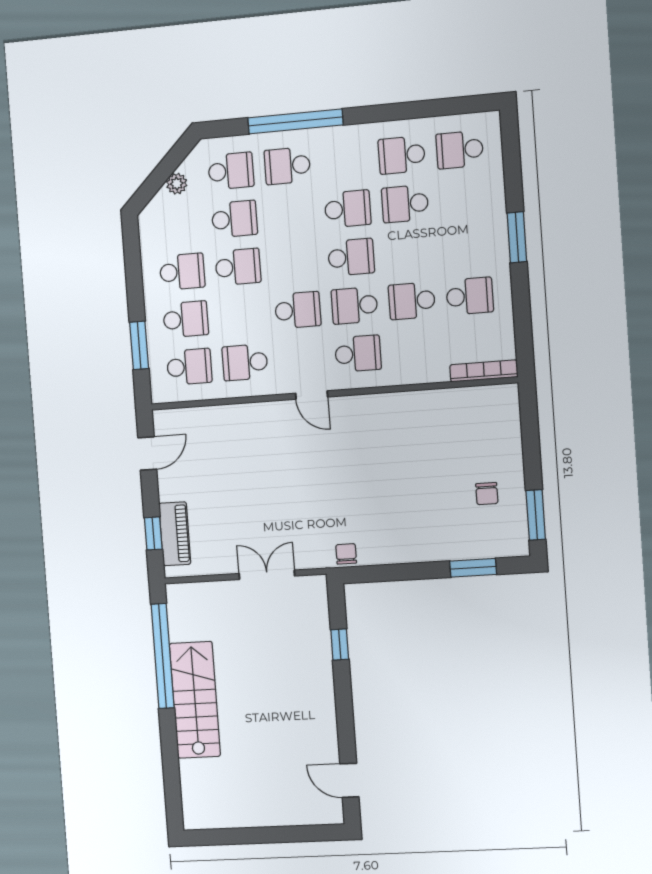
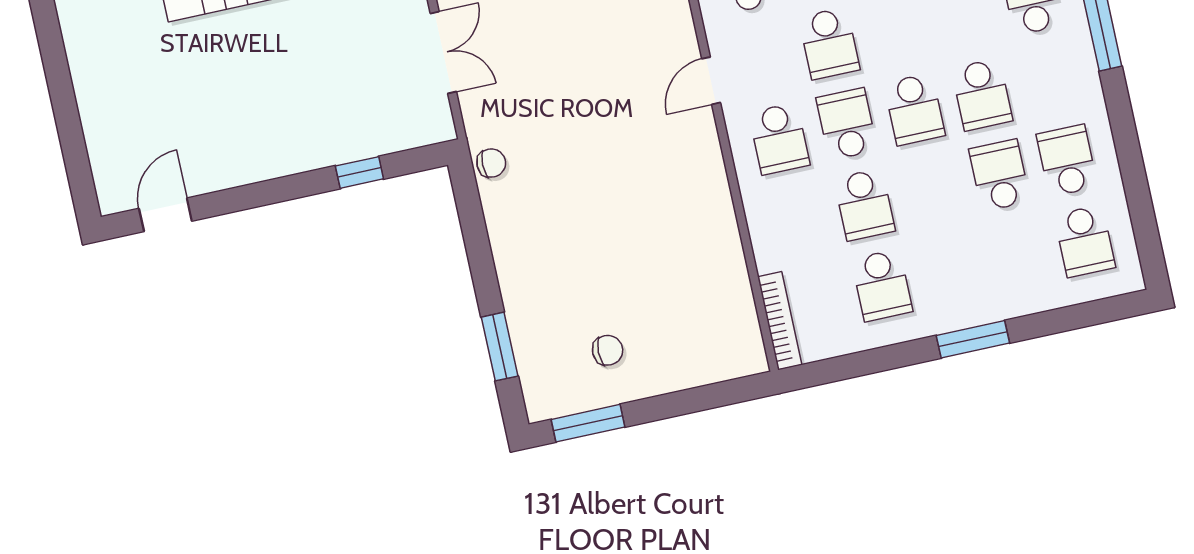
school desk: (460, 150) -> (1085, 241), turned 180
school desk: (412, 301) -> (864, 205), turned 180
chair: (487, 494) -> (608, 350), turned 180

